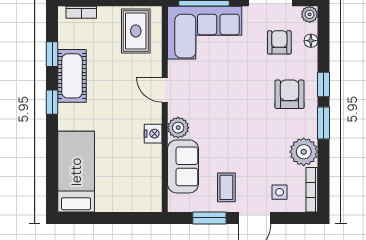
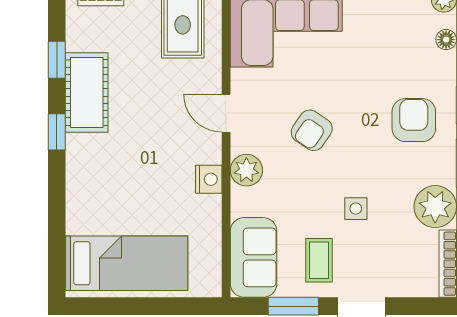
armchair: (279, 42) -> (312, 130), moved, turned -146
sofa: (183, 166) -> (254, 257), moved
bed: (76, 172) -> (126, 263), moved, turned 90
side table: (280, 192) -> (356, 209), moved

